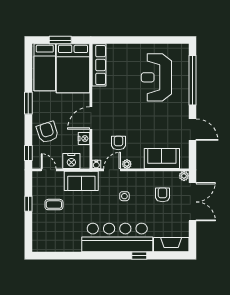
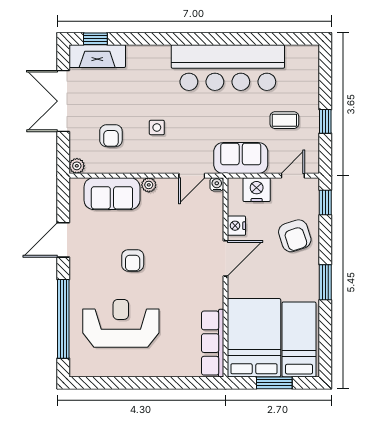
reception desk: (156, 77) -> (121, 323), turned -90
door: (192, 130) -> (63, 240), hinge flipped
armchair: (118, 143) -> (133, 260), moved
plant: (127, 164) -> (149, 185), moved
door: (49, 170) -> (293, 176), swing flipped
side table: (124, 196) -> (157, 127), moved
double door: (192, 202) -> (63, 101), moved
bar counter: (117, 237) -> (228, 68), moved
window: (139, 256) -> (95, 39), moved

